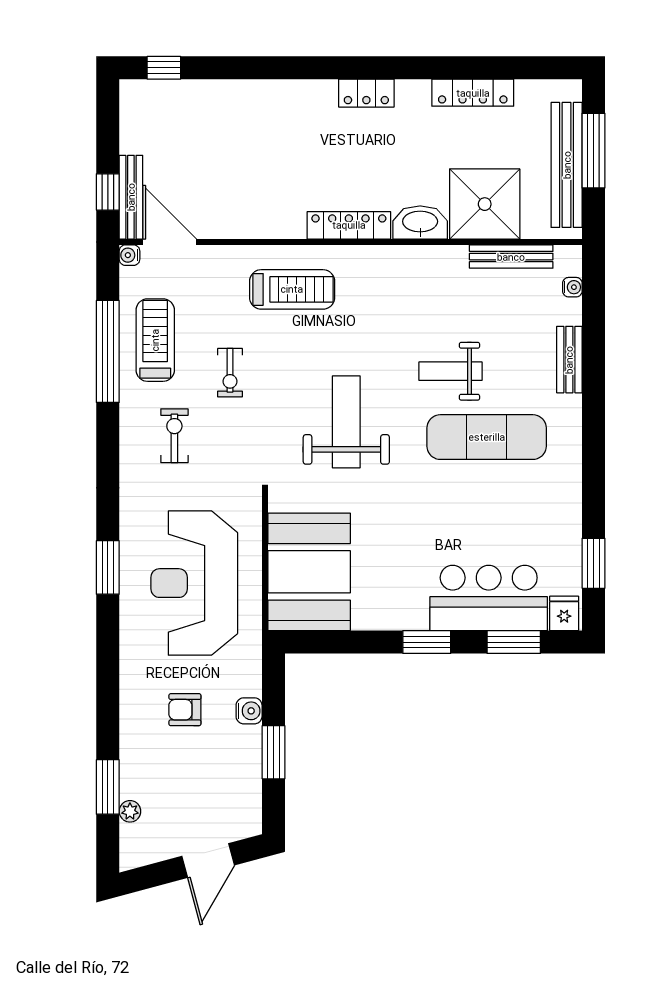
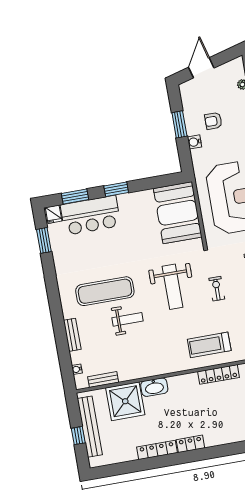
locker: (473, 93) -> (157, 450), moved
window: (594, 151) -> (78, 436), width x0.46
locker: (349, 225) -> (218, 374), moved
bench: (511, 257) -> (103, 380), width x0.73
exercise bike: (230, 373) -> (217, 289), moved
armchair: (185, 710) -> (213, 121), moved, turned 180

